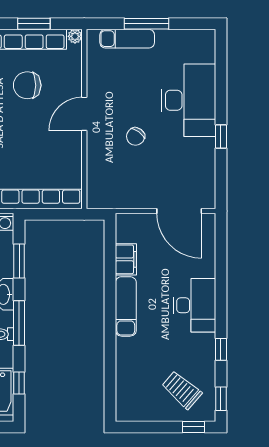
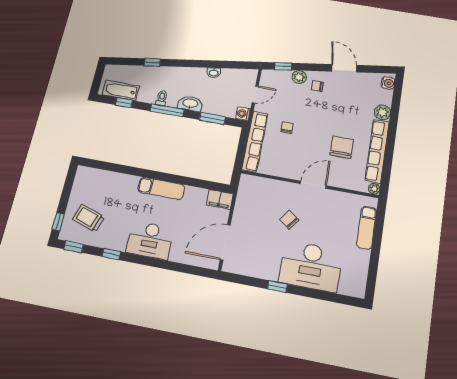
window: (34, 24) -> (388, 160), removed
window: (146, 24) -> (376, 245), removed
door: (84, 114) -> (313, 185), hinge flipped
chair: (14, 161) -> (287, 128), added
filing cabinet: (126, 259) -> (220, 199), moved
trolley: (182, 390) -> (88, 218), turned -113

